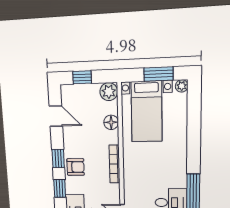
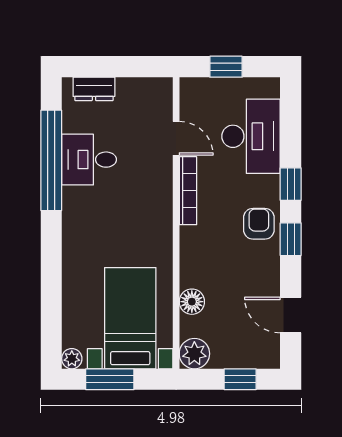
bookcase: (114, 164) -> (188, 191), moved
armchair: (76, 167) -> (259, 224), turned 90

